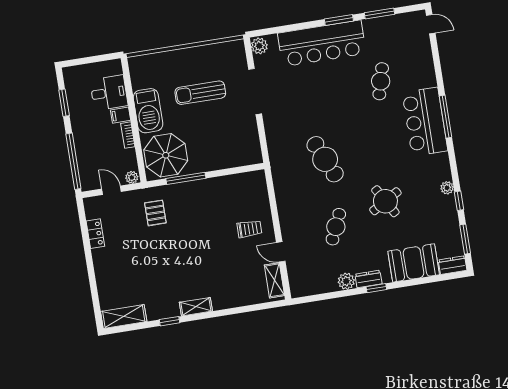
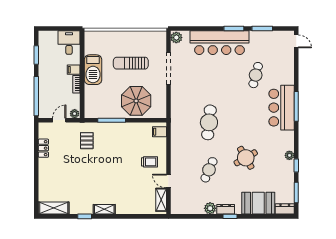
desk: (109, 93) -> (69, 43), moved, turned -90
parasol: (166, 155) -> (136, 101), moved
cafe table: (325, 159) -> (209, 122), turned 30
filing cabinet: (257, 184) -> (159, 132), added
door: (112, 190) -> (59, 120), hinge flipped

